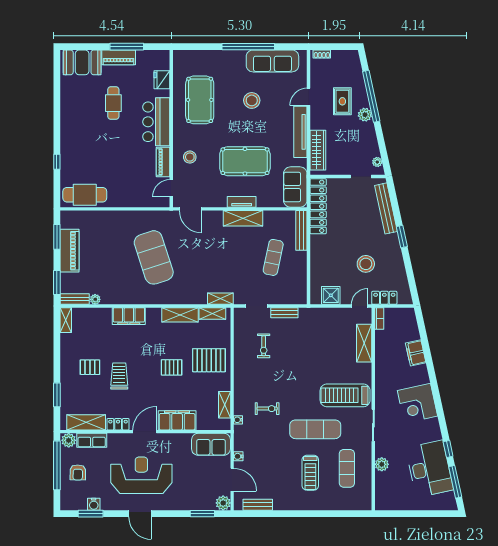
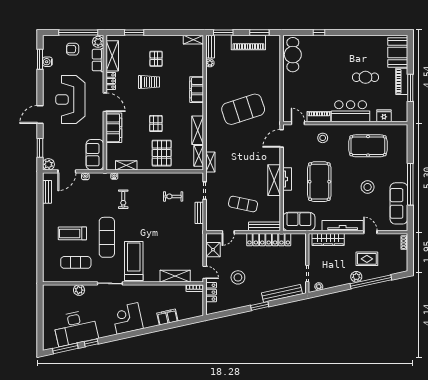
locker: (318, 206) -> (269, 240), moved
door: (309, 276) -> (228, 232), added
reception desk: (141, 475) -> (70, 100), turned 180
door: (140, 514) -> (40, 115), moved

